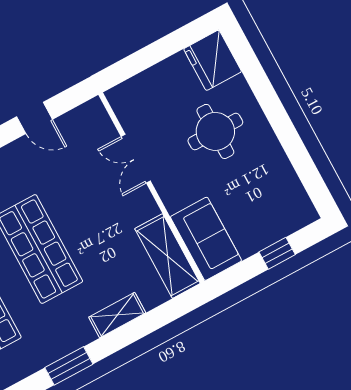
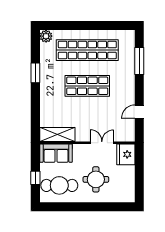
fridge: (213, 60) -> (126, 154), moved, turned -90
cafe table: (267, 198) -> (59, 185), added
shelving: (117, 315) -> (45, 102), removed

